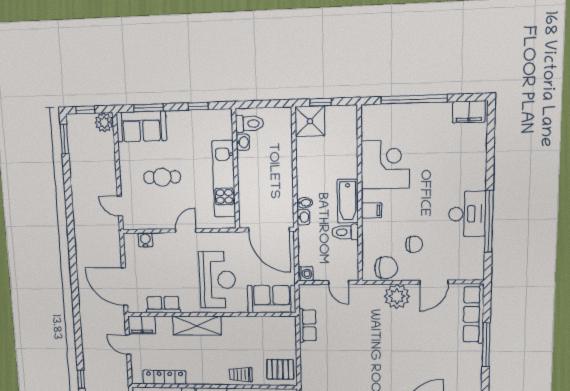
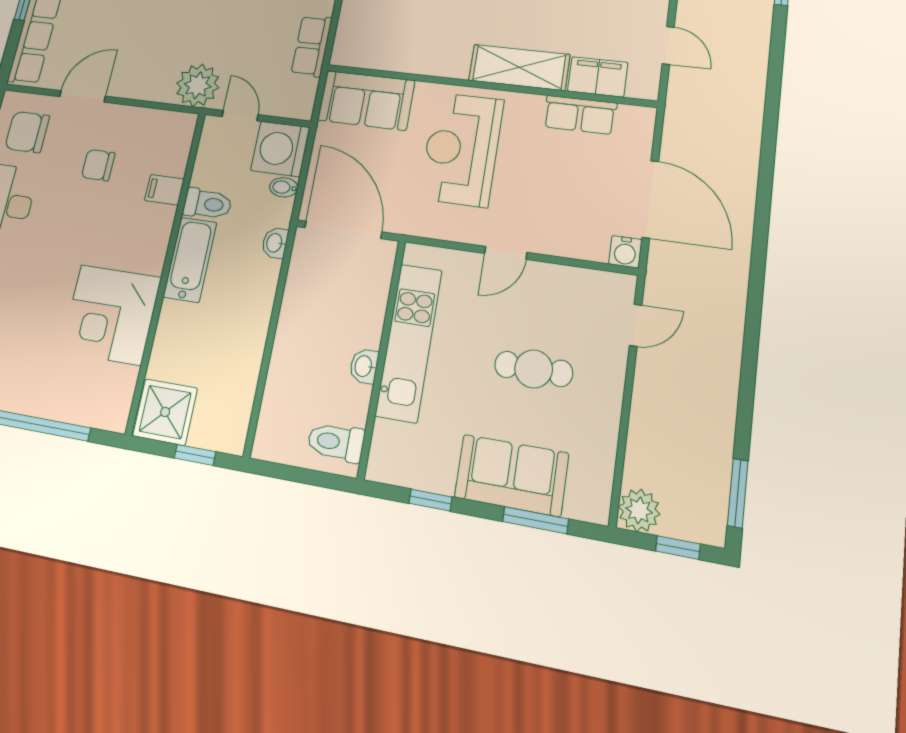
shower: (310, 121) -> (165, 412), moved
sofa: (141, 126) -> (512, 475), moved
washbasin: (243, 142) -> (364, 366), moved
bidet: (305, 203) -> (284, 187), moved
door: (120, 206) -> (636, 325), hinge flipped
filing cabinet: (372, 210) -> (164, 190), moved
water cooler: (145, 240) -> (625, 252), moved
chair: (386, 268) -> (27, 132), moved
washing machine: (306, 274) -> (280, 149), width x1.89, depth x1.89
door: (125, 287) -> (650, 199), moved
plant: (397, 296) -> (198, 85), moved
filing cabinet: (142, 325) -> (598, 77), moved

